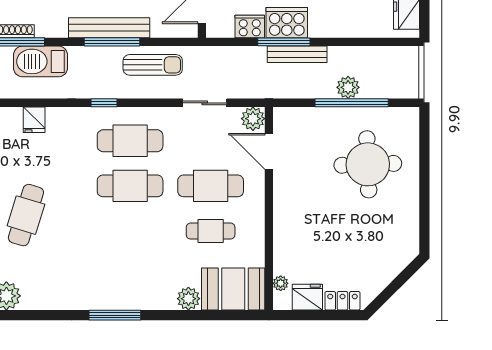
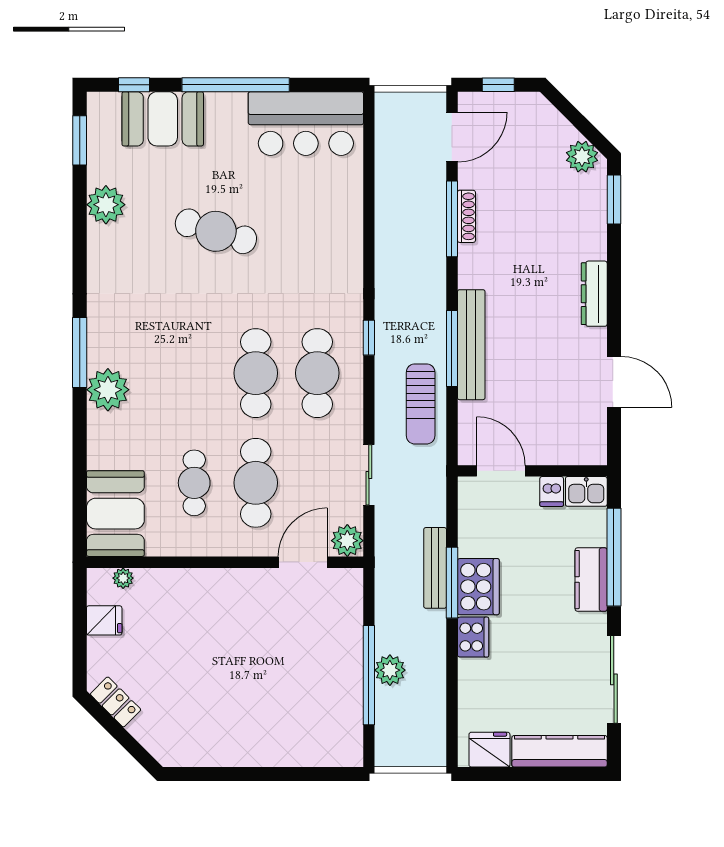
cooker: (250, 26) -> (473, 637), moved
bench: (297, 54) -> (435, 568), moved
barbecue: (41, 61) -> (425, 251), removed
fridge: (34, 120) -> (346, 242), removed
round table: (368, 164) -> (285, 697), removed
fridge: (307, 297) -> (104, 620), width x0.72
plant: (188, 299) -> (108, 390), moved, width x1.36, depth x1.36
locker: (342, 301) -> (116, 702), moved, turned -45

